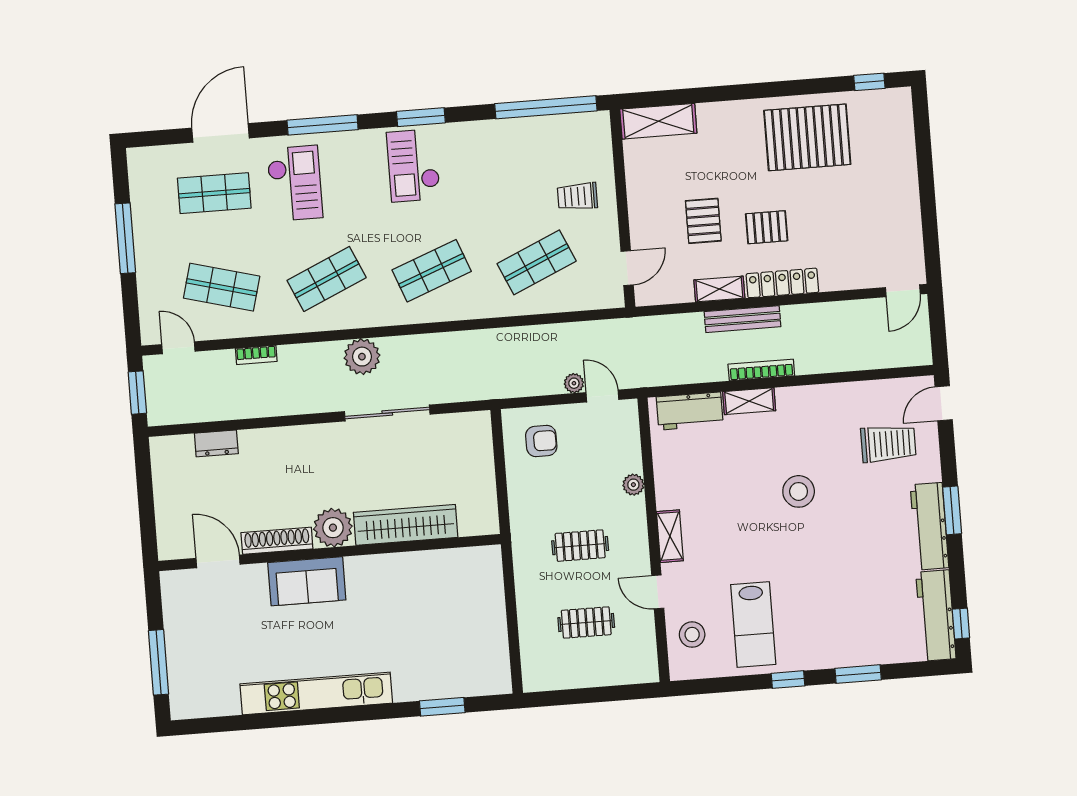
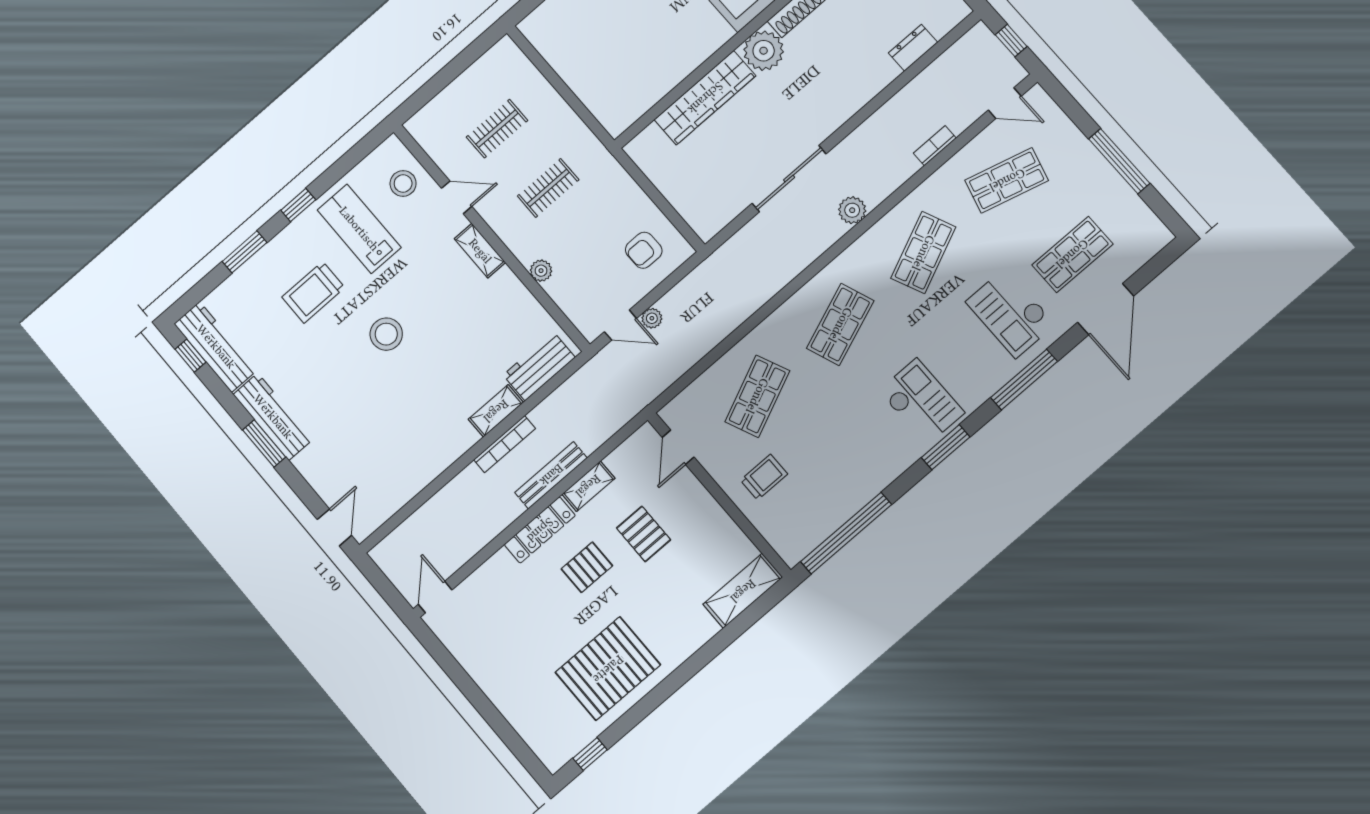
plant: (362, 357) -> (852, 210), width x0.73, depth x0.73
window: (137, 393) -> (1011, 41), width x0.67
trolley: (888, 444) -> (313, 292), moved
stool: (799, 491) -> (386, 334), moved

